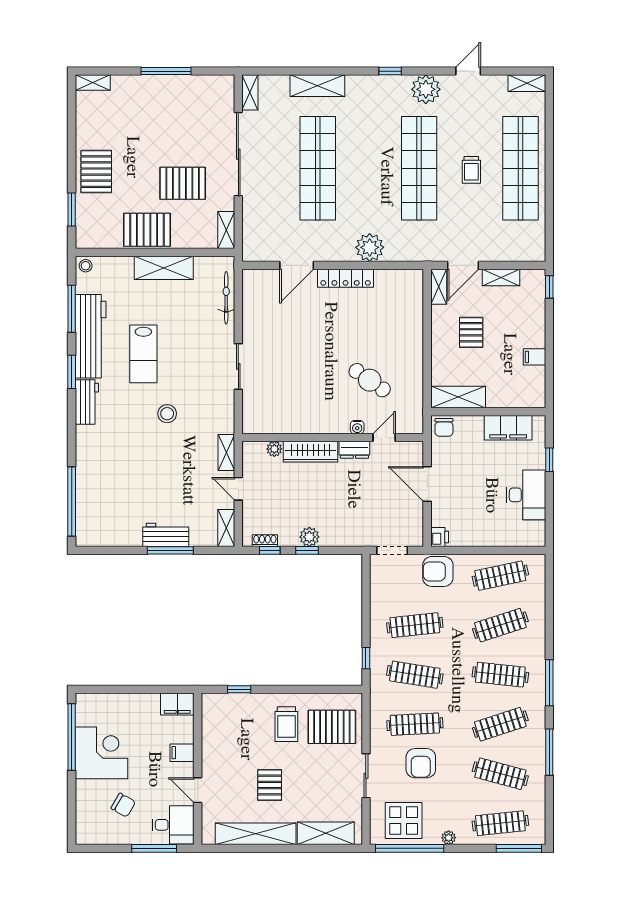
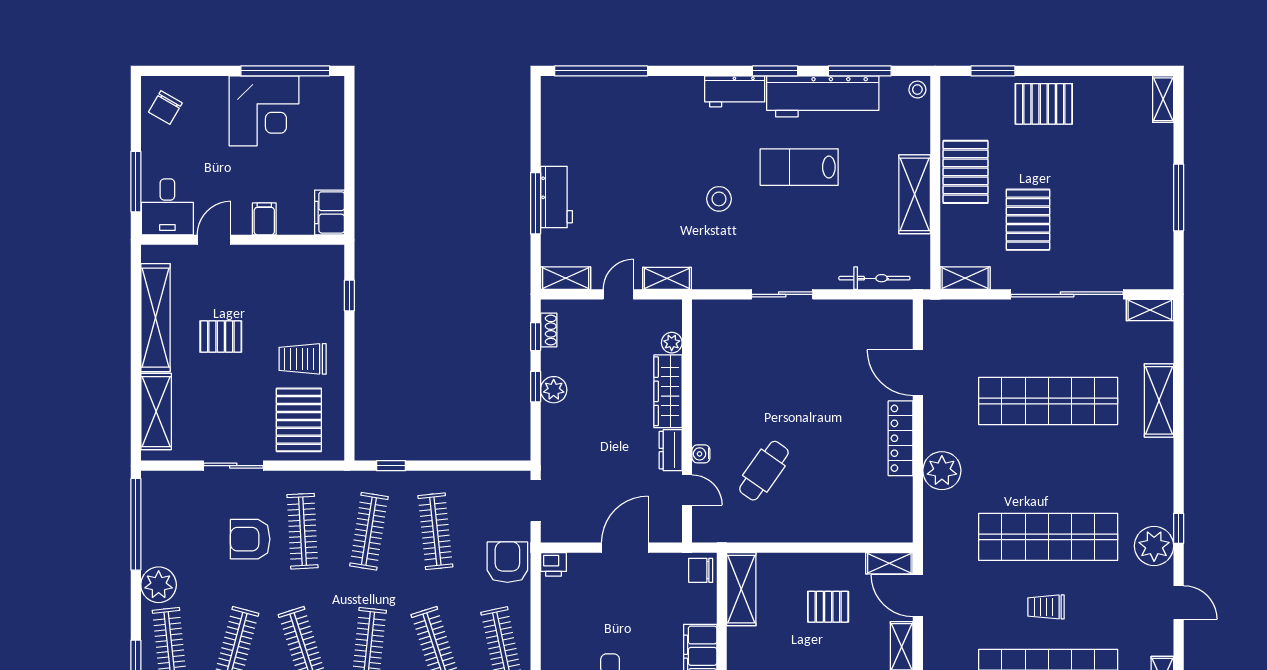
window: (390, 71) -> (1179, 528), moved
chair: (123, 805) -> (165, 107), moved
display table: (404, 821) -> (173, 516), removed
plant: (449, 838) -> (159, 585), width x1.87, depth x1.87

